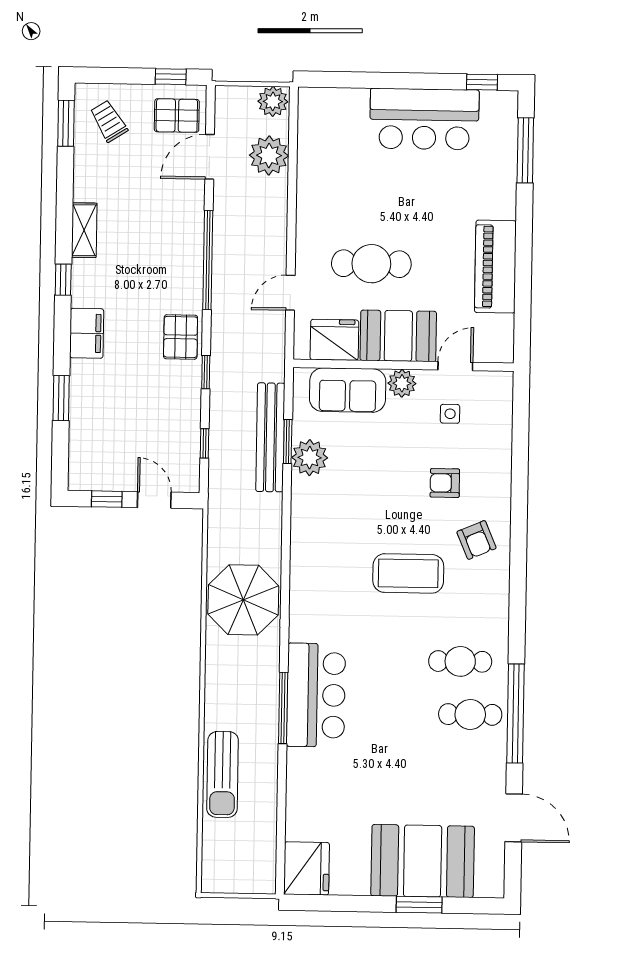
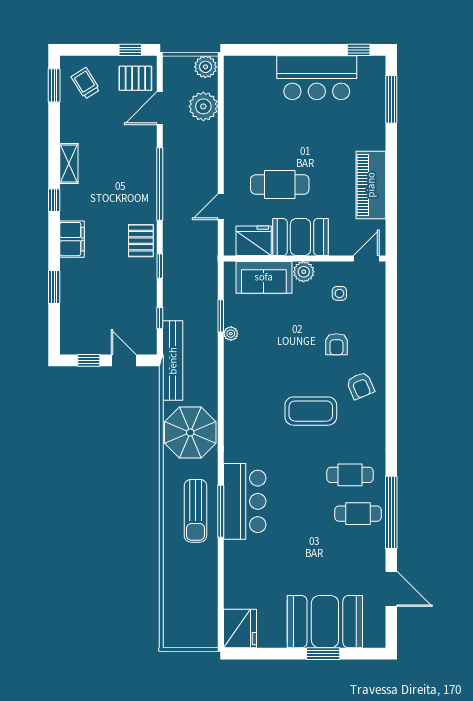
door: (455, 366) -> (366, 258), moved
bench: (270, 437) -> (173, 361), moved
plant: (310, 458) -> (231, 334), width x0.53, depth x0.53
armchair: (445, 483) -> (336, 344), turned -90
sun lounger: (223, 774) -> (195, 511), moved

